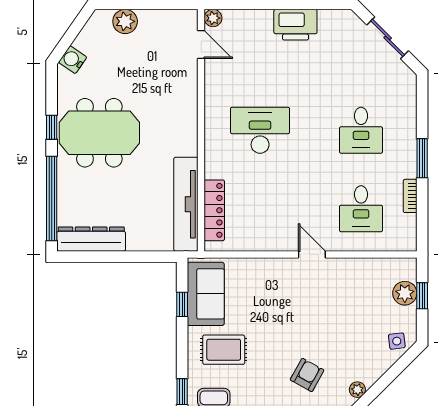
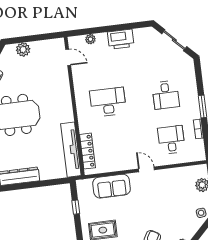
plant: (213, 18) -> (90, 39), moved
desk: (361, 209) -> (171, 140), turned 180
sofa: (206, 294) -> (112, 186), moved, turned 90

